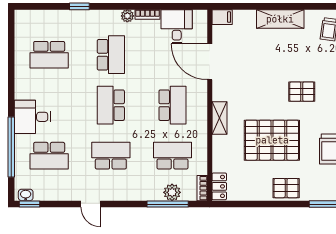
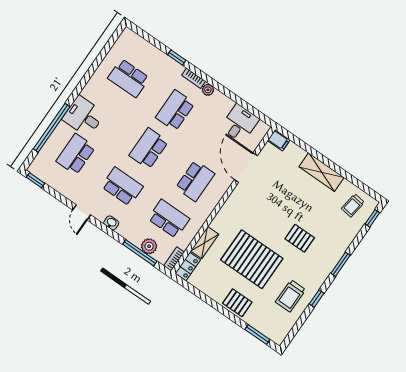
bookcase: (148, 15) -> (194, 78), moved
school desk: (111, 55) -> (175, 110), turned 180
shelving: (219, 118) -> (205, 243), moved
school desk: (49, 156) -> (76, 154), turned 90
washbasin: (26, 195) -> (111, 223), moved

